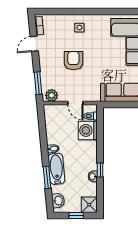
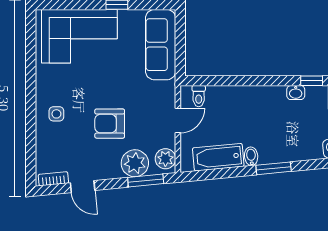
plant: (49, 76) -> (135, 163), added
washing machine: (88, 130) -> (222, 101), removed
bathtub: (56, 169) -> (218, 157), moved
window: (100, 170) -> (312, 81), moved
window: (47, 177) -> (274, 168), moved

